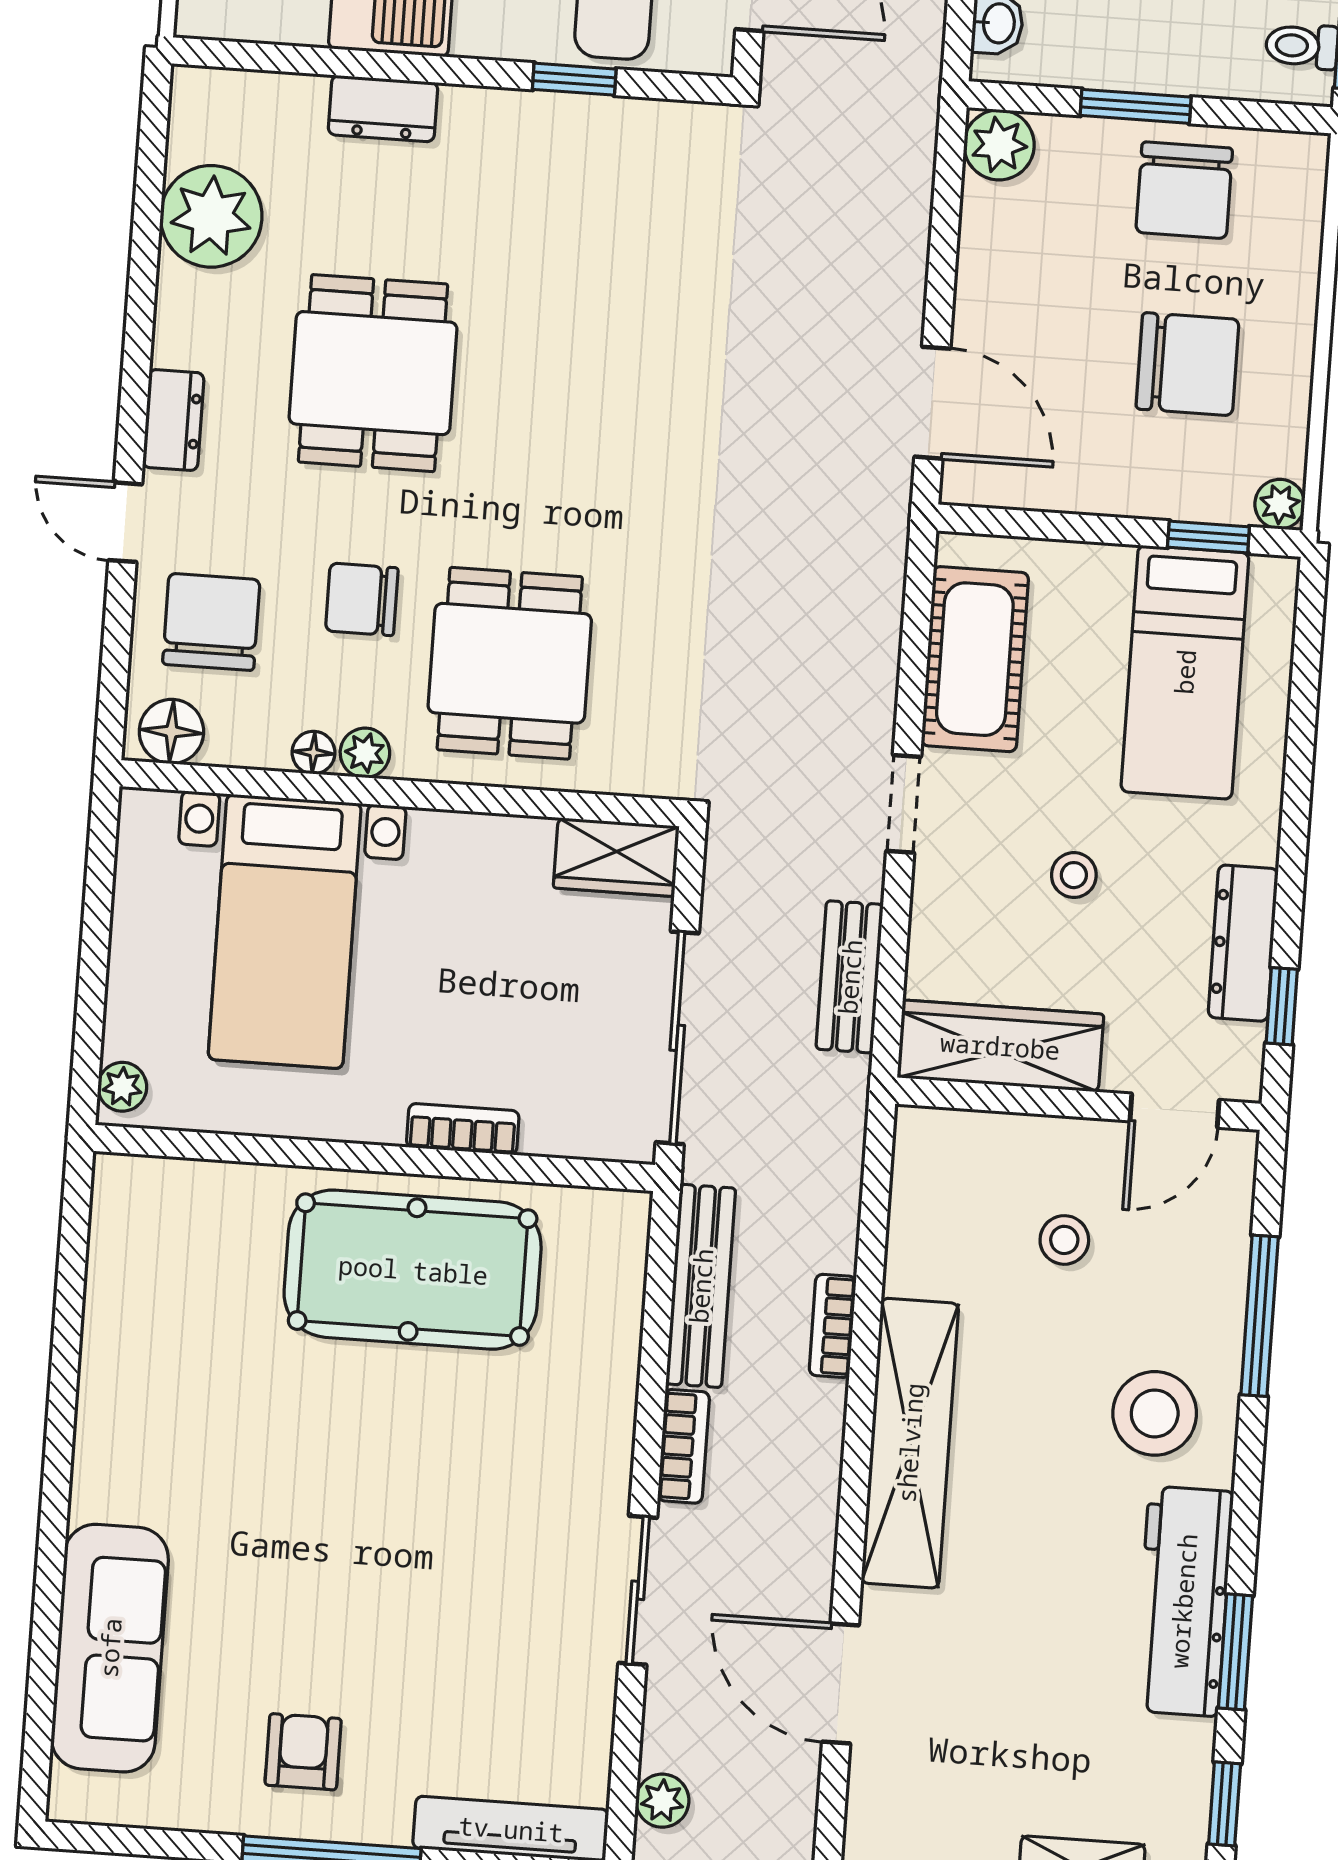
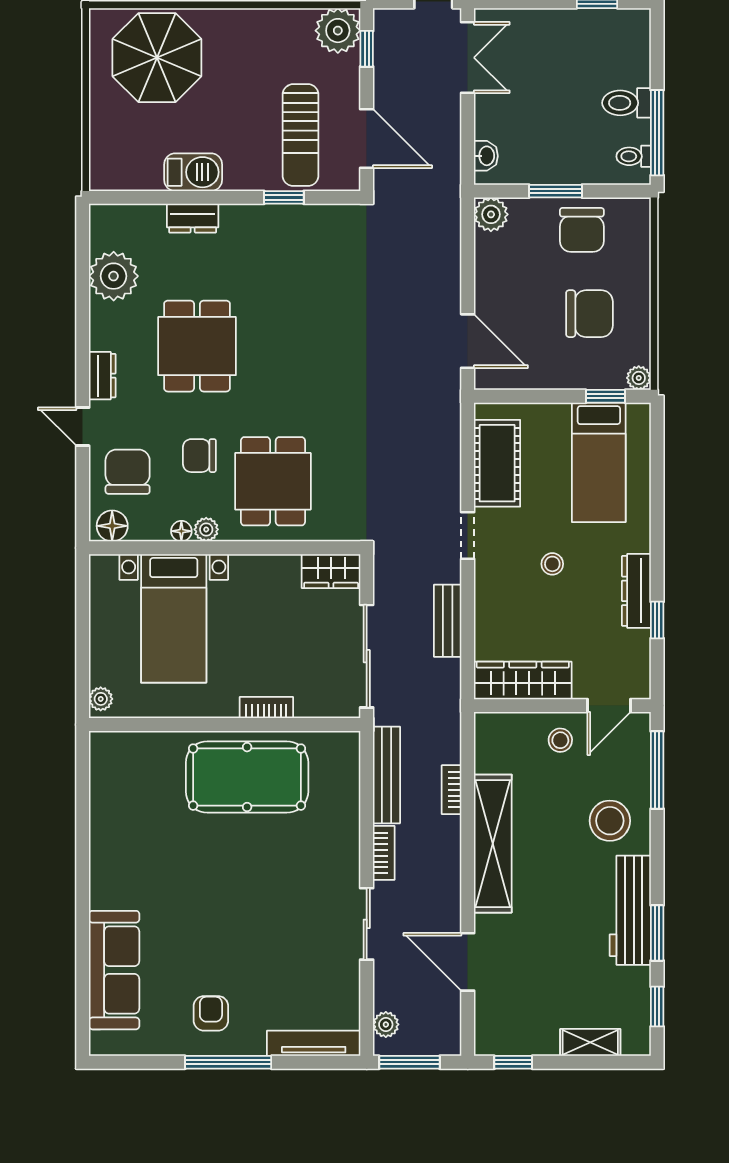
wardrobe: (1000, 1046) -> (523, 680), moved
wall: (1078, 1104) -> (562, 706), moved
door: (1175, 1111) -> (609, 706), moved

